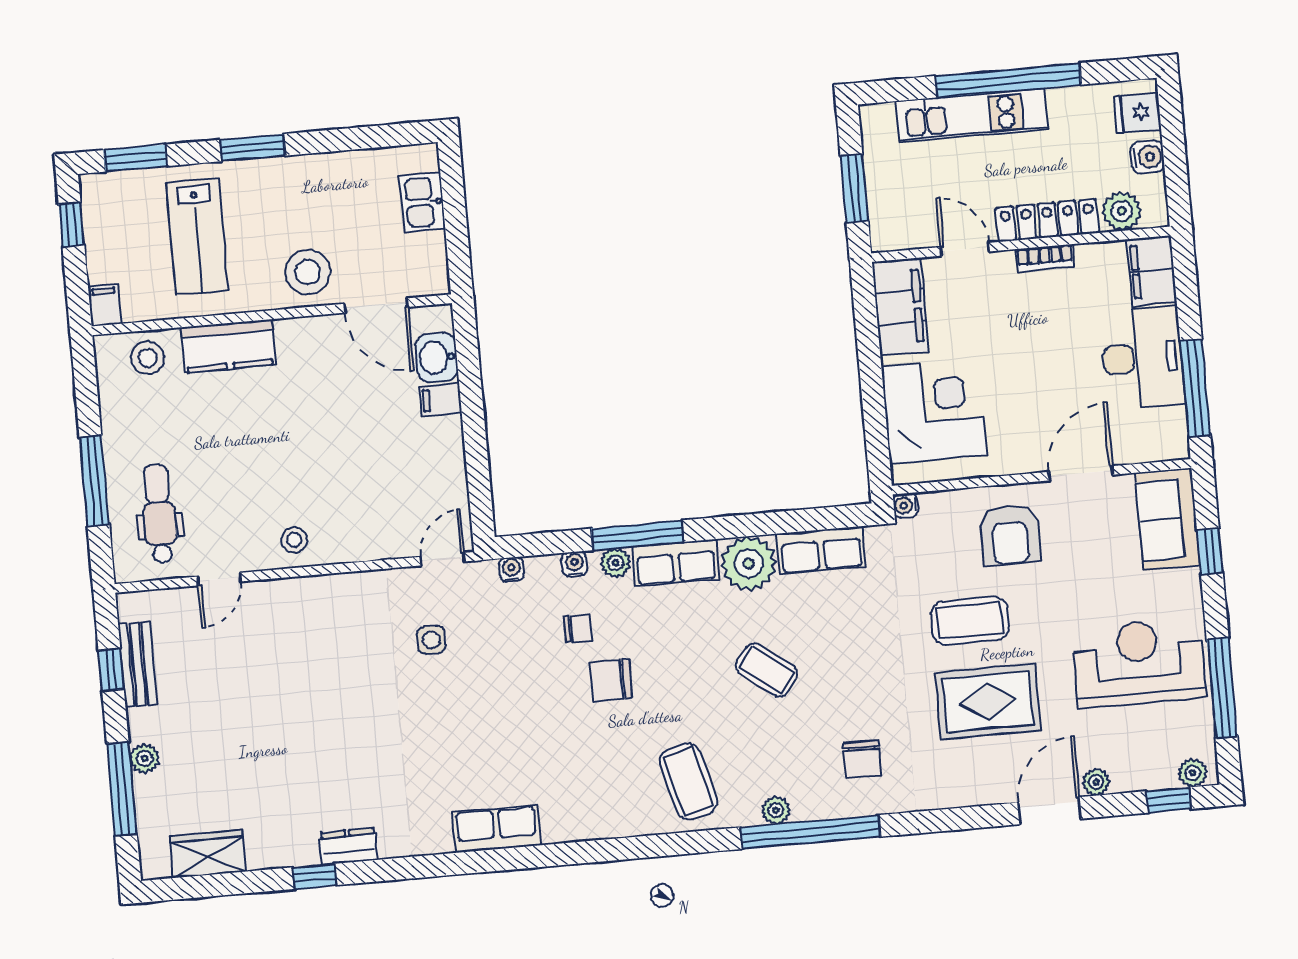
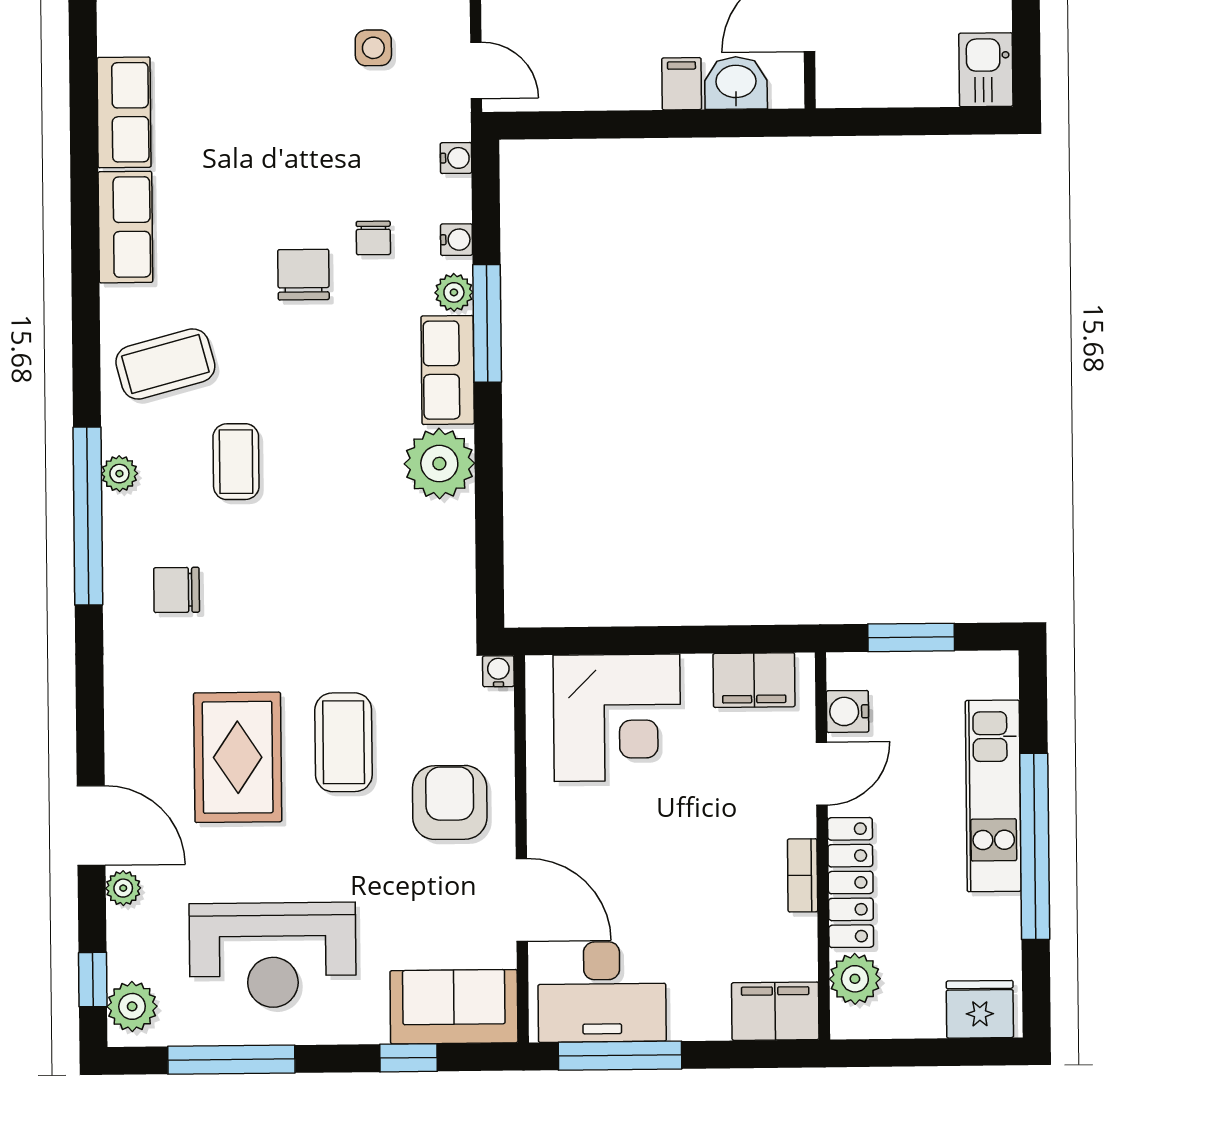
fridge: (1138, 113) -> (980, 1009), width x1.38
water cooler: (1148, 157) -> (848, 711), moved, turned 90
kitchen sink: (422, 202) -> (986, 70), moved, turned -90
filing cabinet: (900, 307) -> (754, 680), width x0.67, depth x0.86
desk: (1143, 358) -> (602, 992), moved
armchair: (1010, 535) -> (450, 802), turned 90
row of seats: (821, 550) -> (125, 227), moved, turned 180
reception desk: (1139, 663) -> (273, 955), turned 90
coffee table: (767, 670) -> (236, 462), moved, turned -37
plant: (1193, 773) -> (132, 1006), width x1.38, depth x1.38

